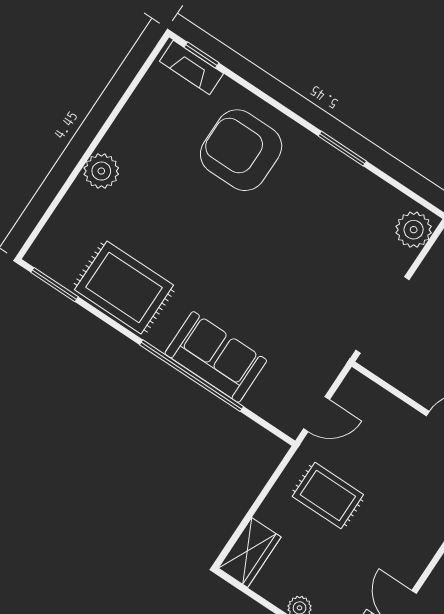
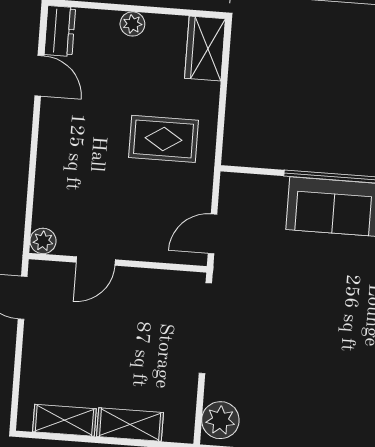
door: (317, 414) -> (213, 234), moved

